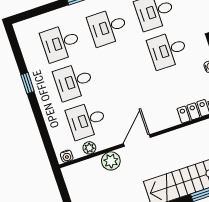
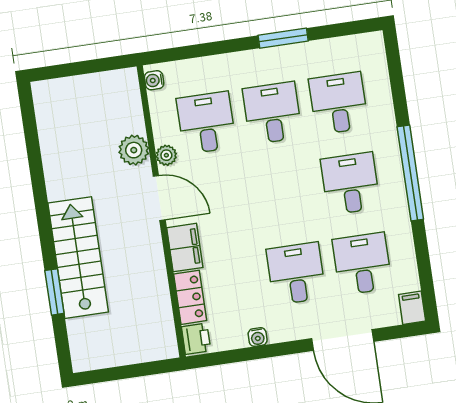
window: (27, 83) -> (283, 38), width x1.50
filing cabinet: (164, 120) -> (185, 248), added
plant: (89, 148) -> (166, 155), moved

